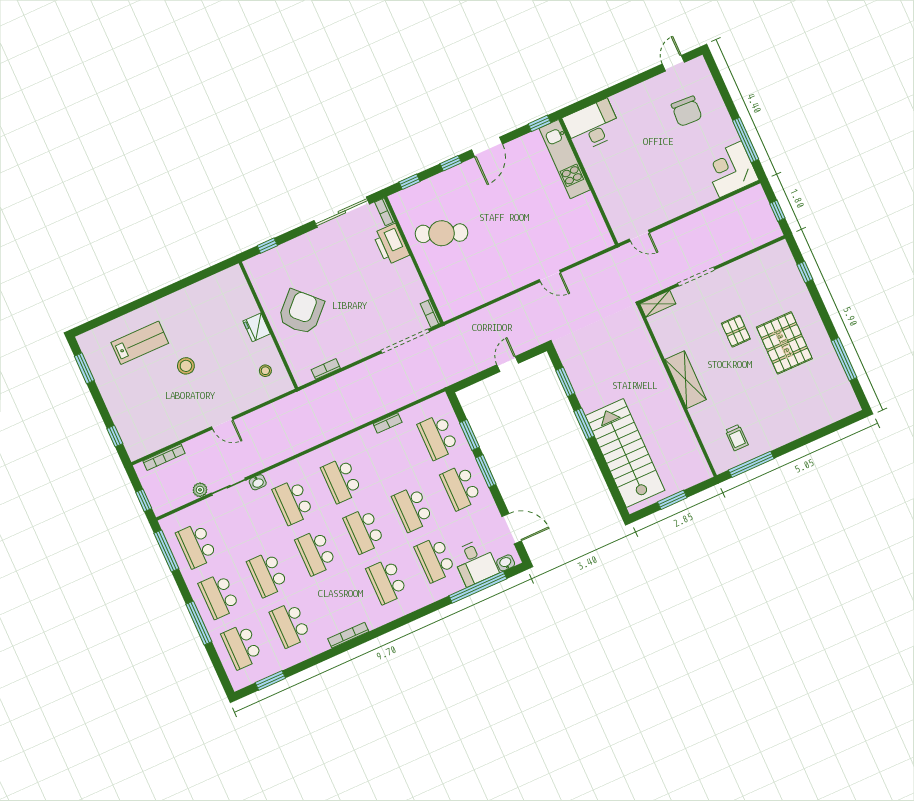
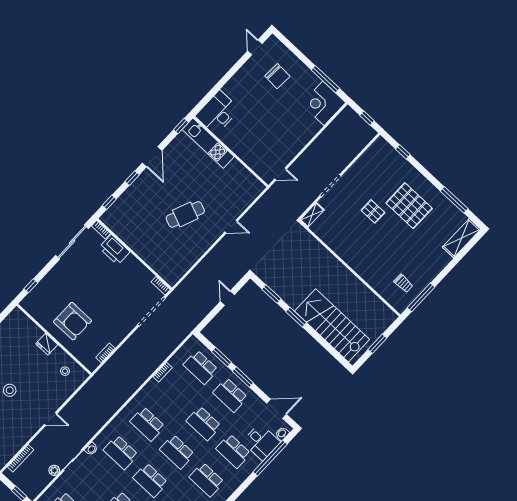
cafe table: (442, 233) -> (185, 214), moved
armchair: (301, 312) -> (72, 321), turned 135
shelving: (686, 380) -> (462, 238), moved, turned 90

